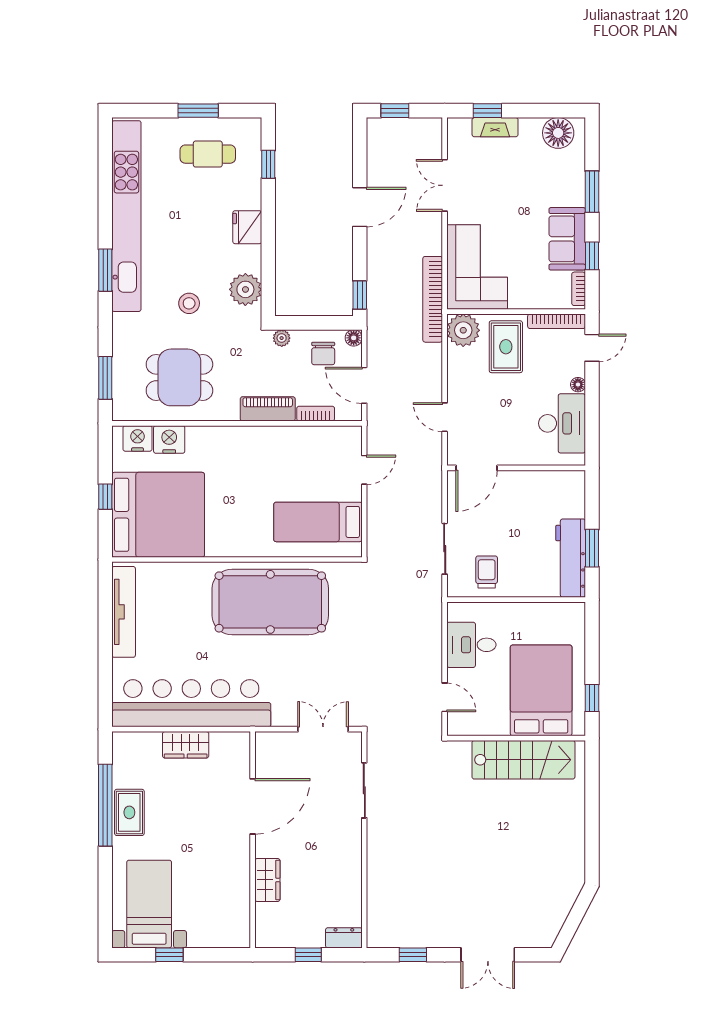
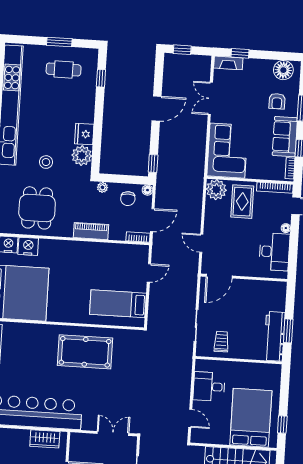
fireplace: (495, 127) -> (228, 63), moved
armchair: (551, 183) -> (277, 101), added
fridge: (247, 227) -> (84, 134), moved
bookcase: (433, 299) -> (198, 169), removed
dining table: (179, 377) -> (37, 208), turned 90
door: (364, 385) -> (152, 220), swing flipped
bookcase: (316, 414) -> (138, 237), moved
pool table: (270, 602) -> (85, 352), width x0.73, depth x0.76
wardrobe: (186, 745) -> (45, 439), moved

